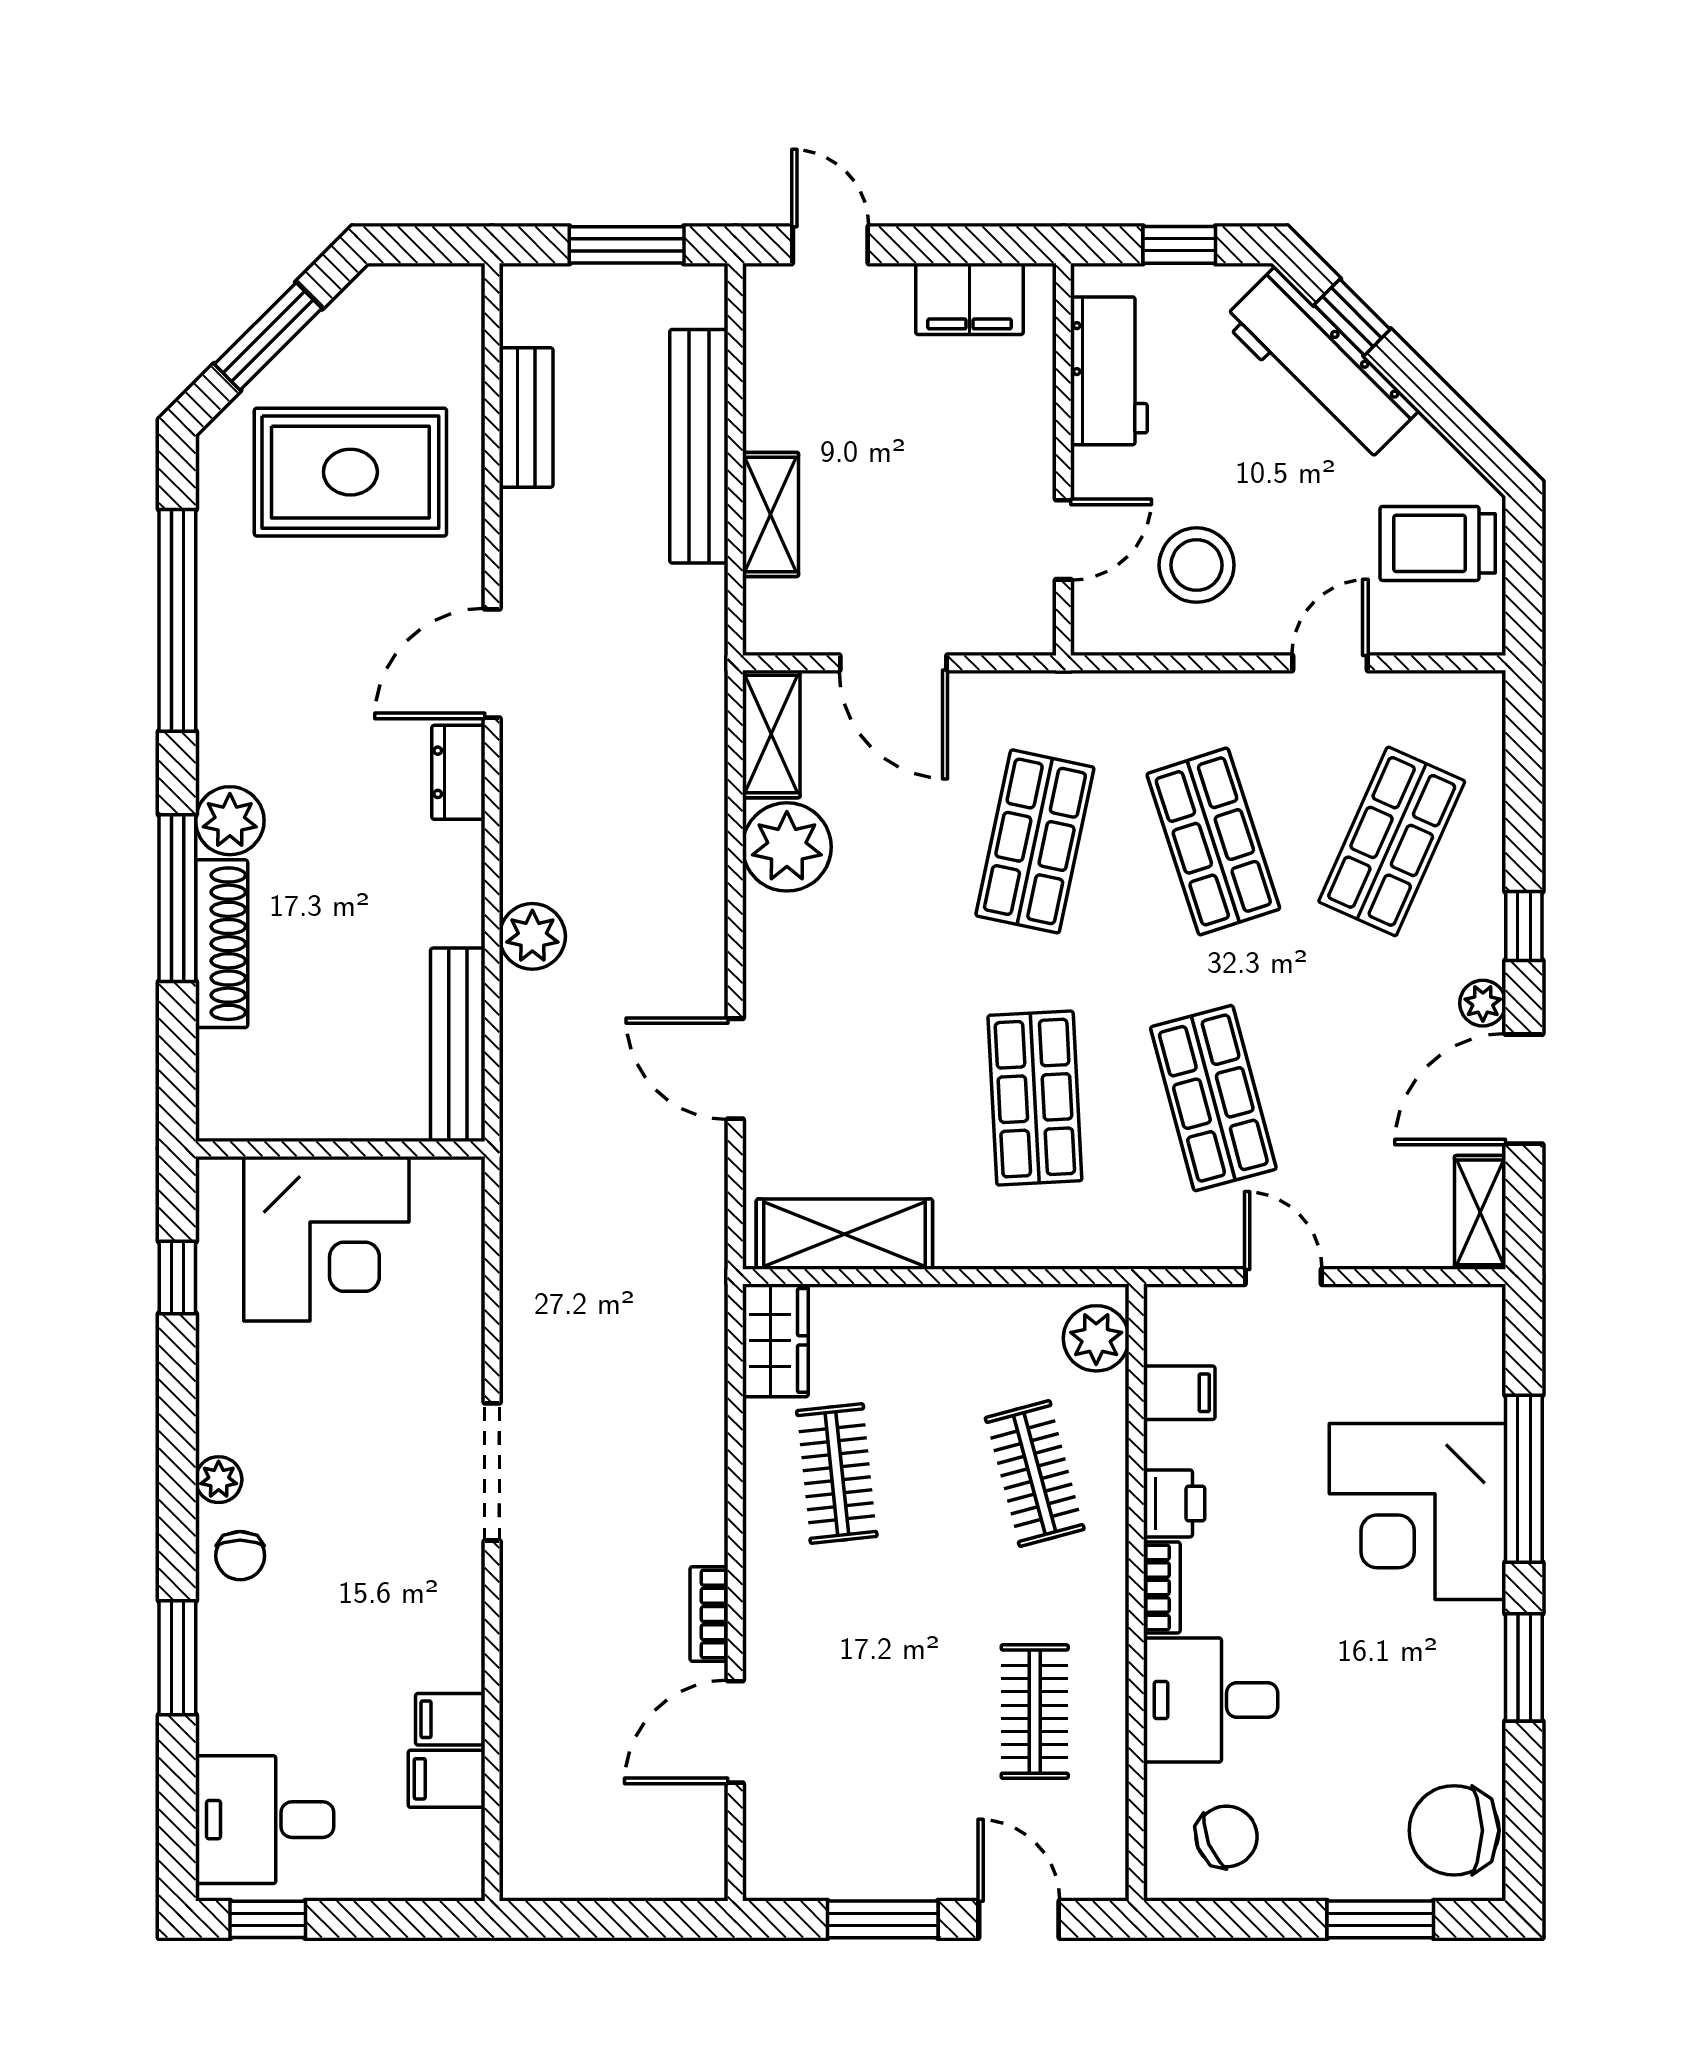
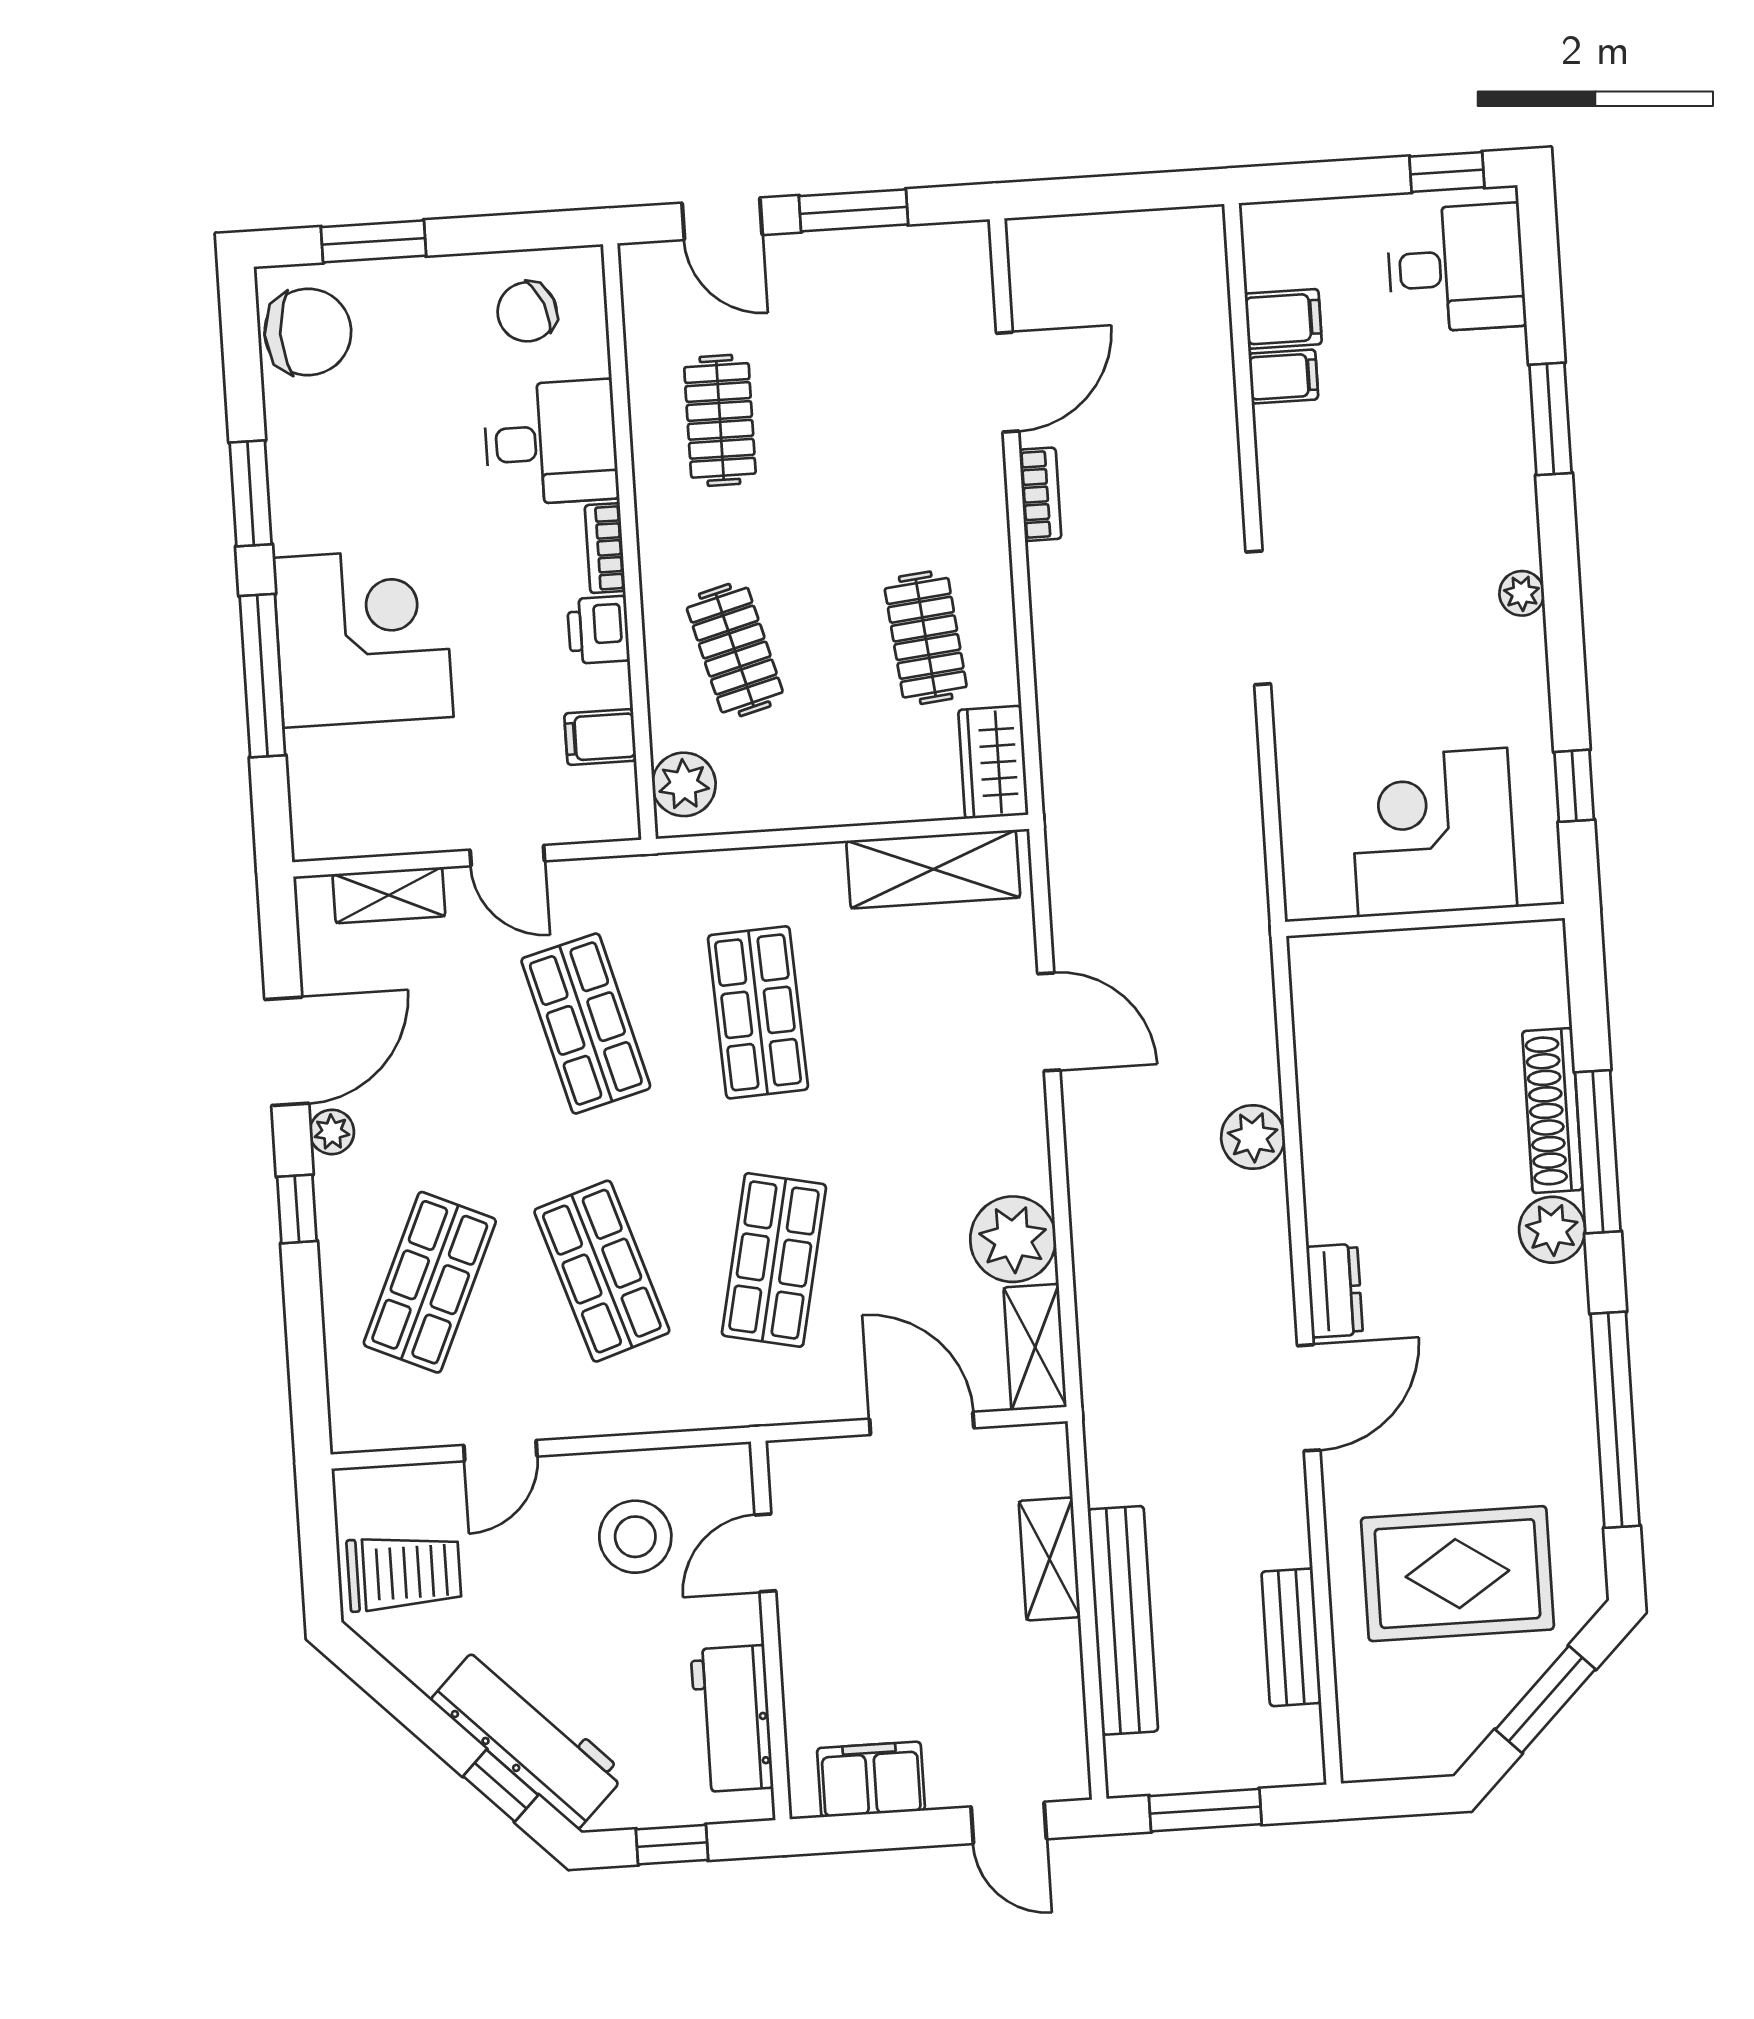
bench: (458, 1045) -> (1318, 1028), removed
shelving: (1480, 1212) -> (389, 895), moved, turned 90
chair: (240, 1556) -> (1496, 521), removed

